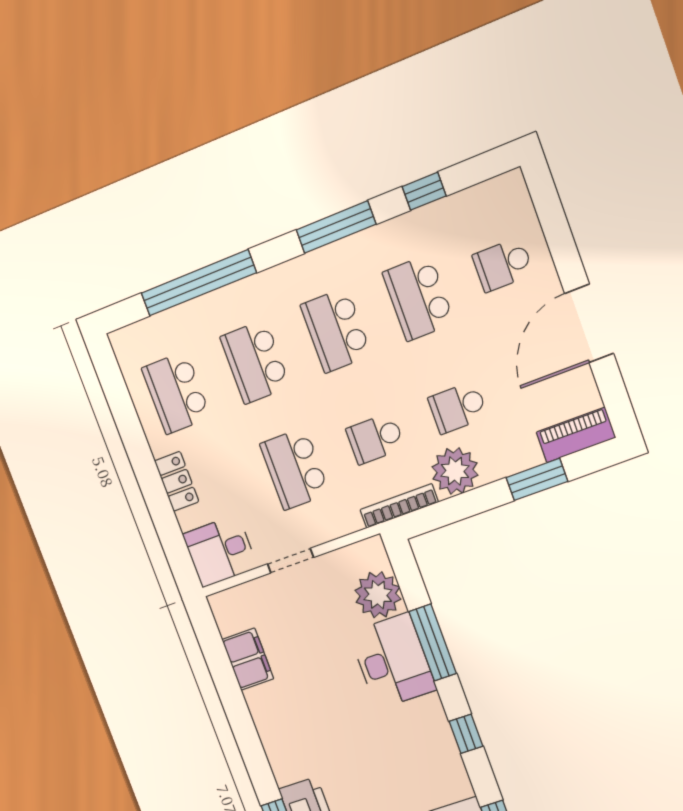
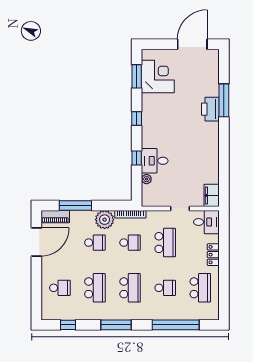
window: (424, 191) -> (68, 325), moved
door: (589, 323) -> (36, 242), moved
school desk: (255, 362) -> (165, 288), width x0.54
window: (537, 479) -> (75, 205), width x1.44
plant: (378, 595) -> (147, 179), width x0.53, depth x0.53
window: (433, 642) -> (137, 158), width x0.46
filing cabinet: (248, 659) -> (212, 195), moved
desk: (393, 661) -> (155, 161), width x0.73

